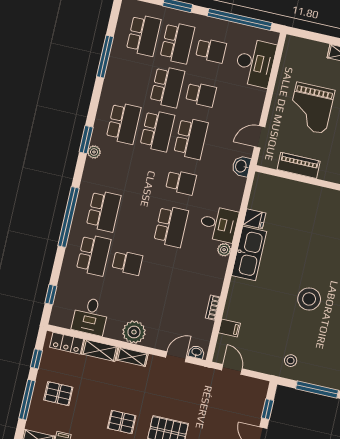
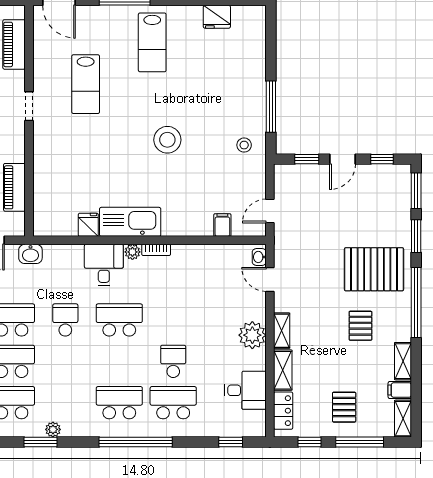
bookcase: (213, 308) -> (156, 250), moved

